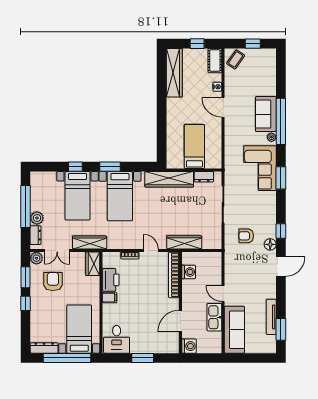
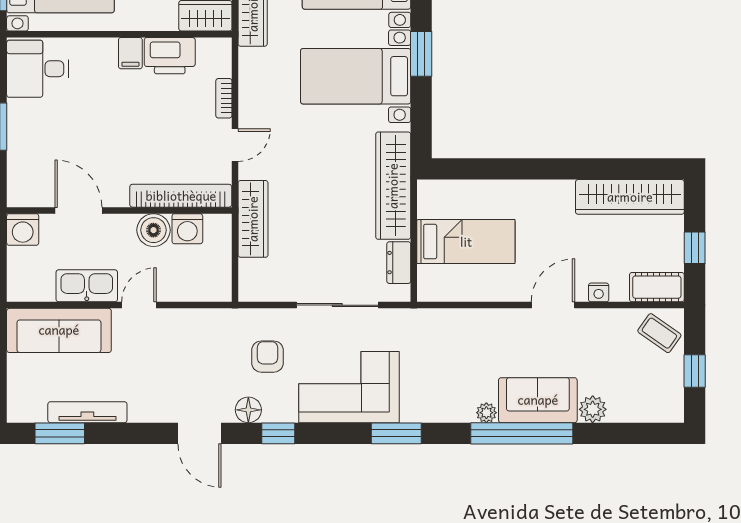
plant: (270, 89) -> (593, 409), added
corner sofa: (260, 168) -> (349, 387), moved
boiler: (189, 287) -> (153, 230), added

